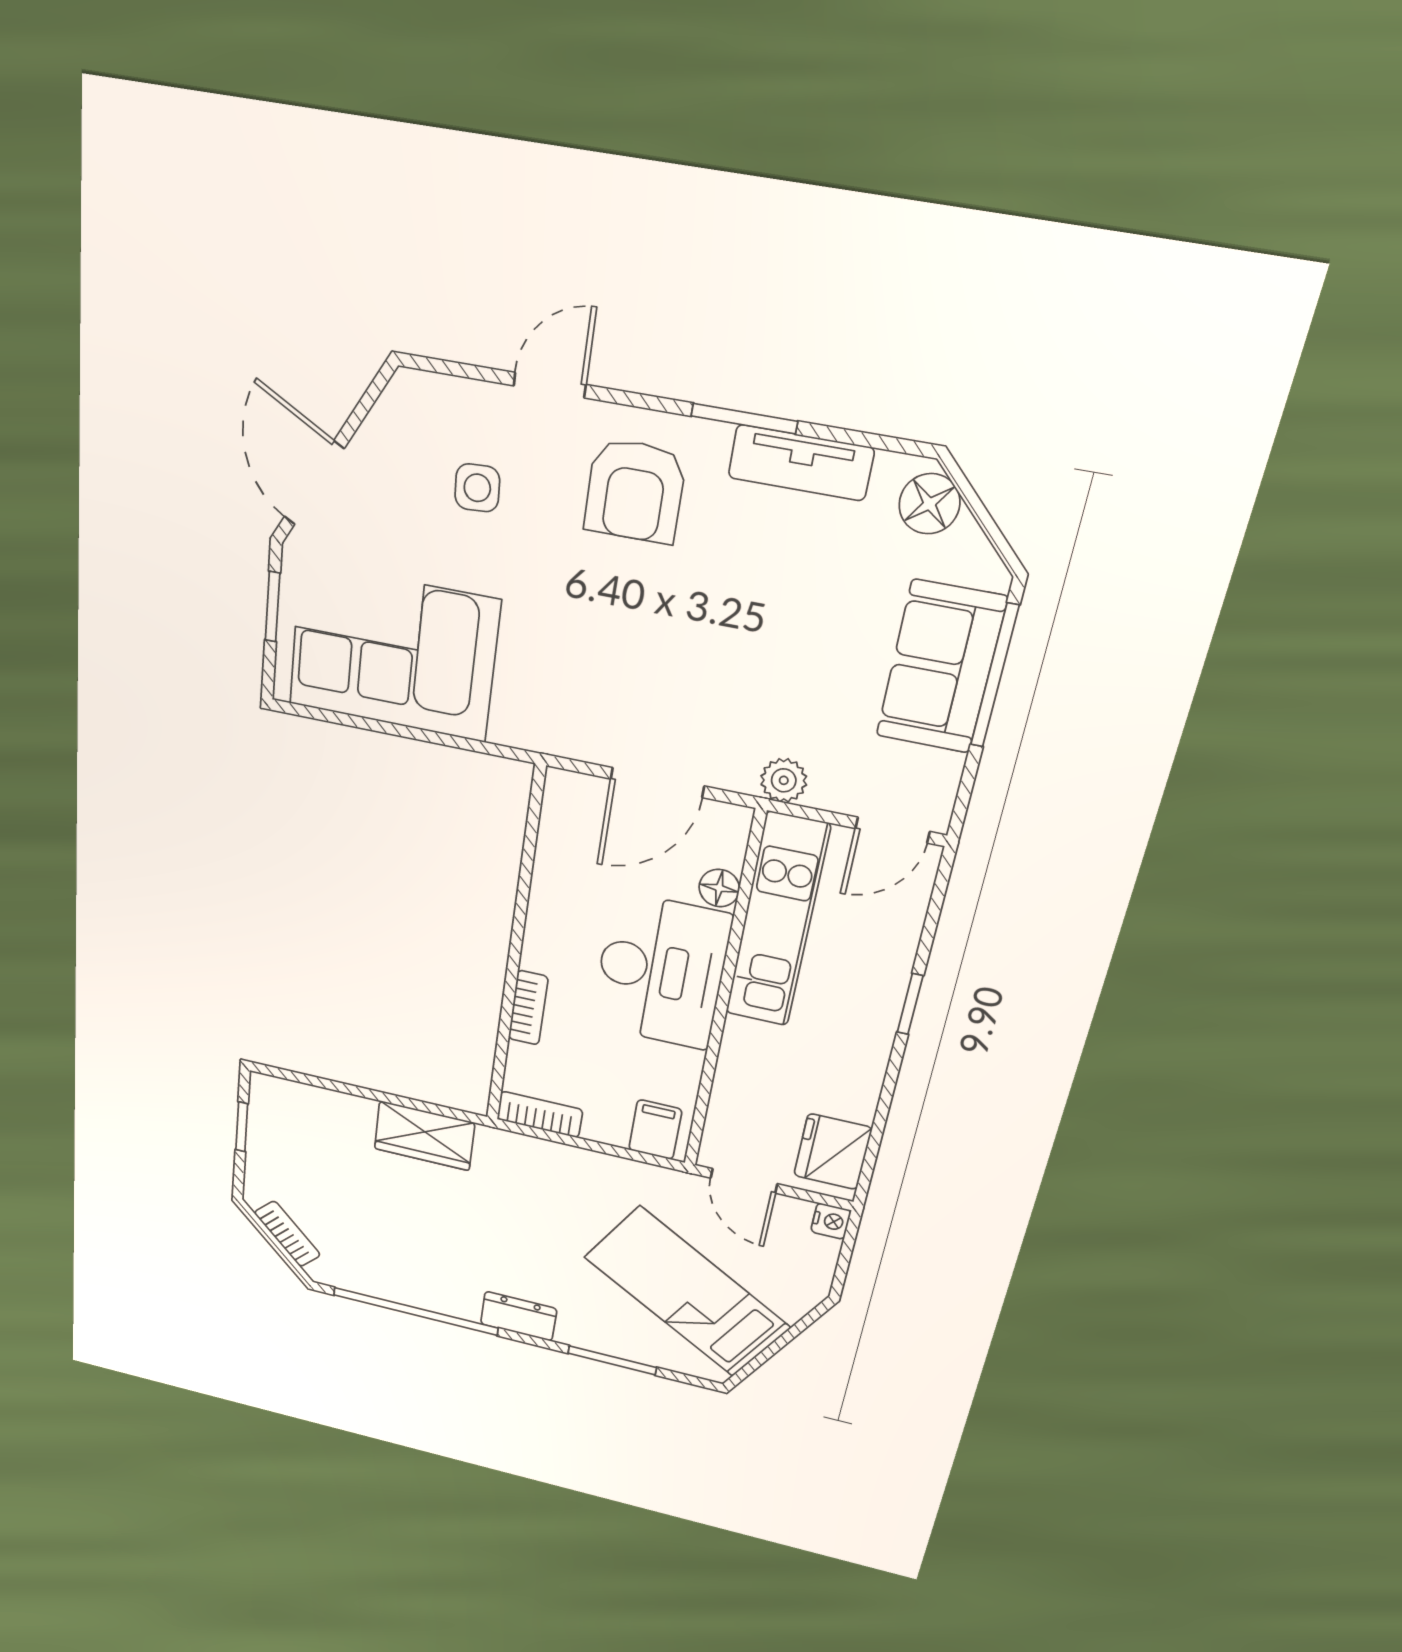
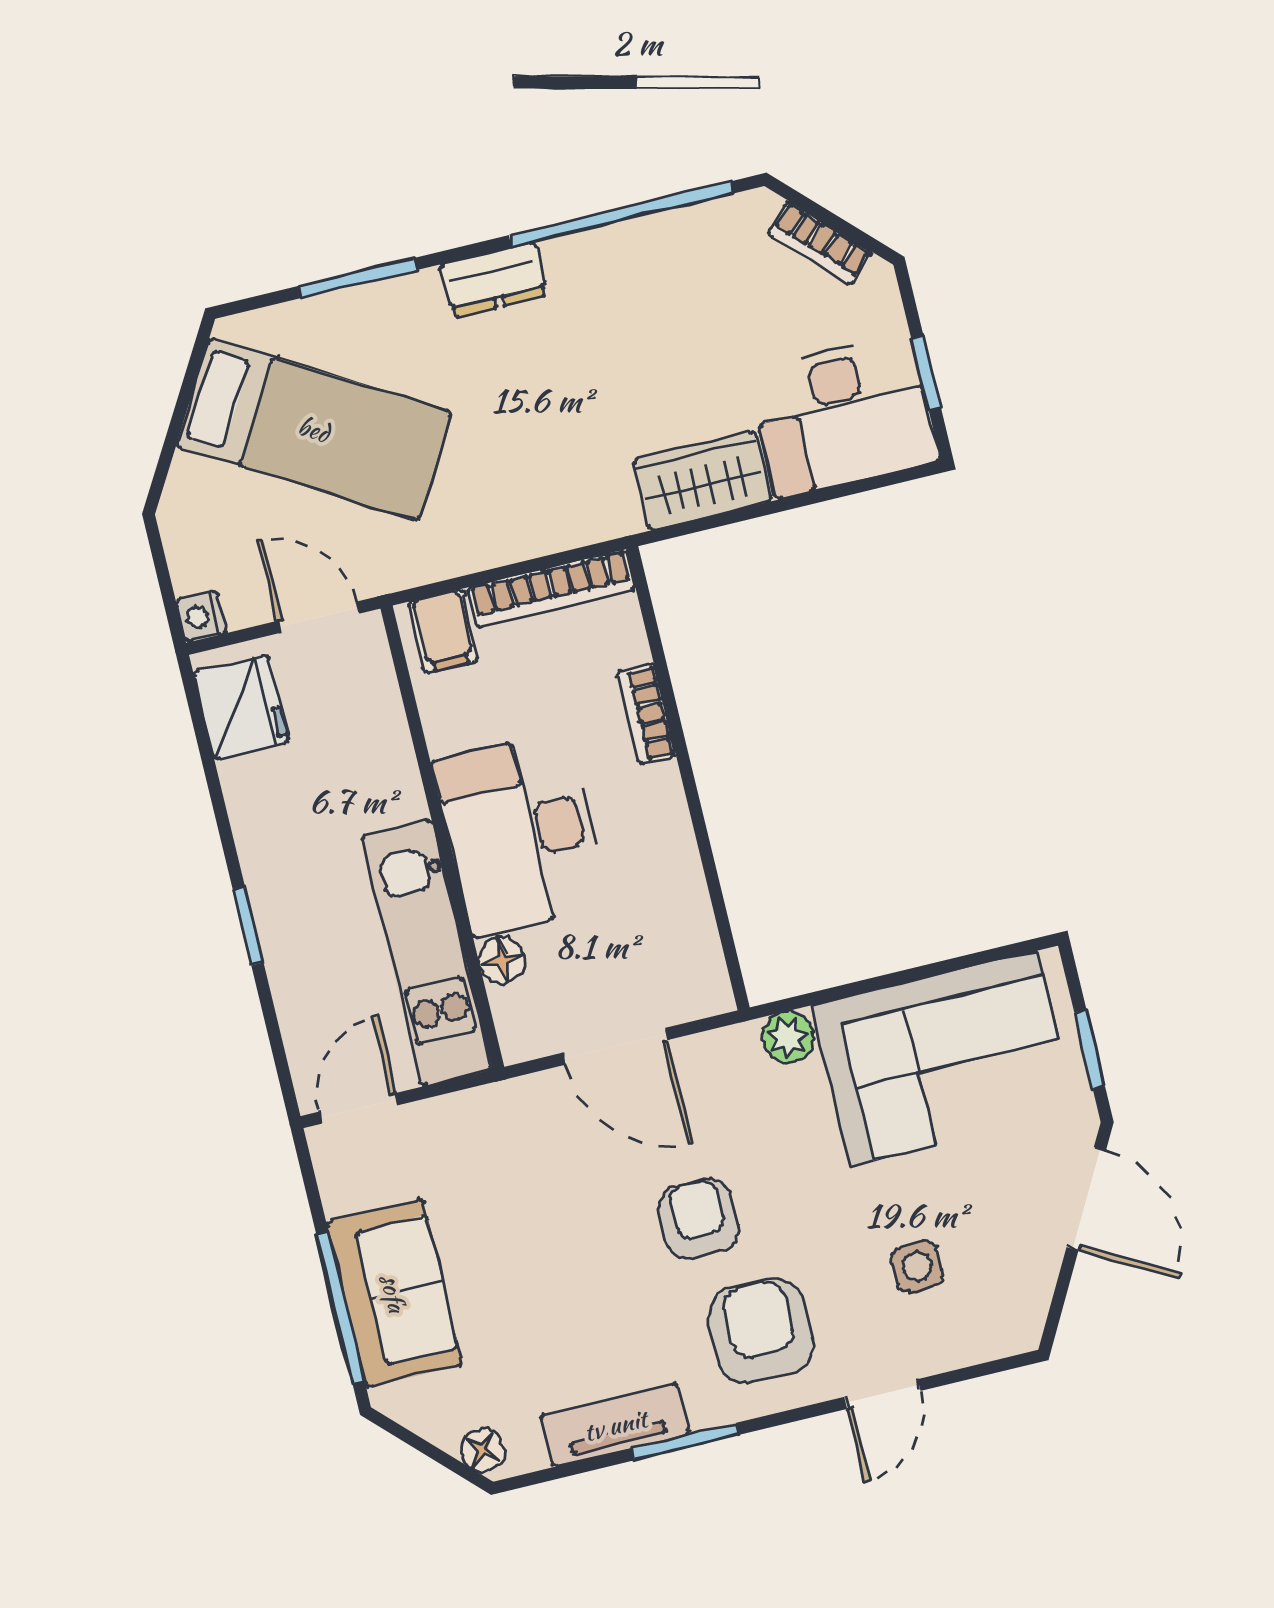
floor lamp: (929, 504) -> (483, 1450), width x0.73, depth x0.73
armchair: (648, 613) -> (699, 1218), added
plant: (784, 780) -> (788, 1037), moved
door: (657, 783) -> (615, 1046), swing flipped
bookcase: (540, 1114) -> (551, 589), width x1.56
desk: (309, 1128) -> (843, 416), added

